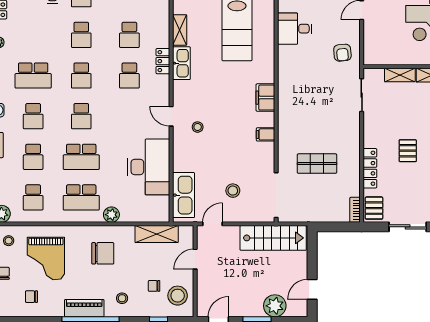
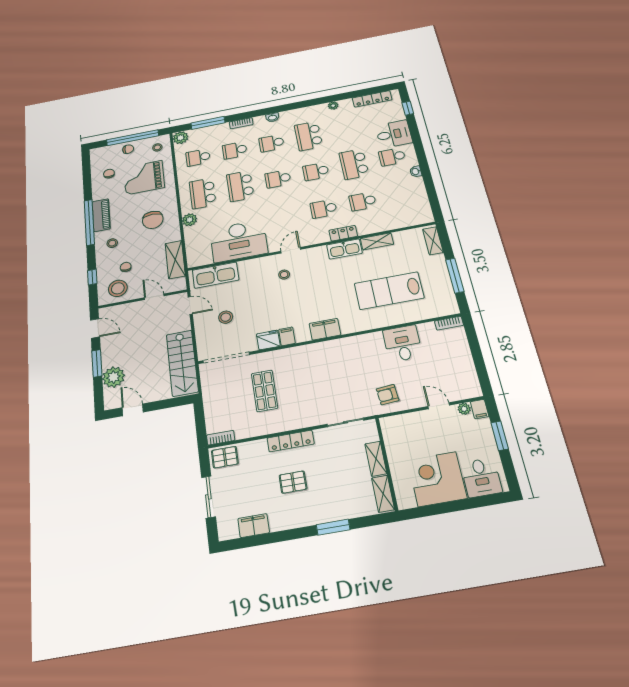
school desk: (81, 35) -> (354, 164), width x1.85
fridge: (266, 153) -> (268, 340), added
locker: (370, 168) -> (291, 441), moved

